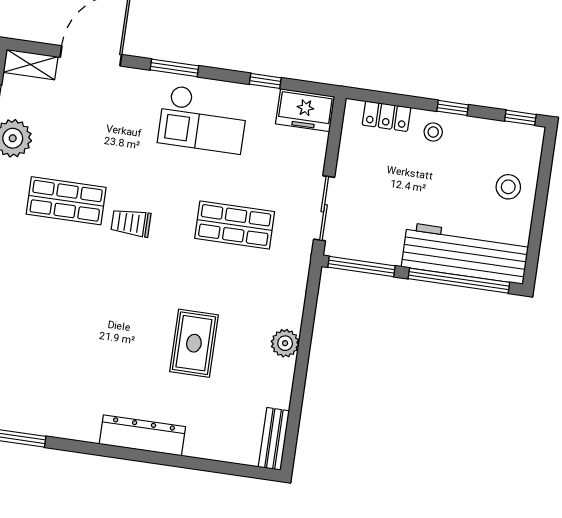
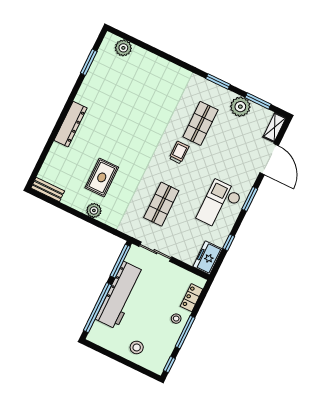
window: (453, 108) -> (185, 332), width x2.17
workbench: (465, 253) -> (120, 295), moved
rug: (194, 343) -> (102, 177), moved, turned 90

